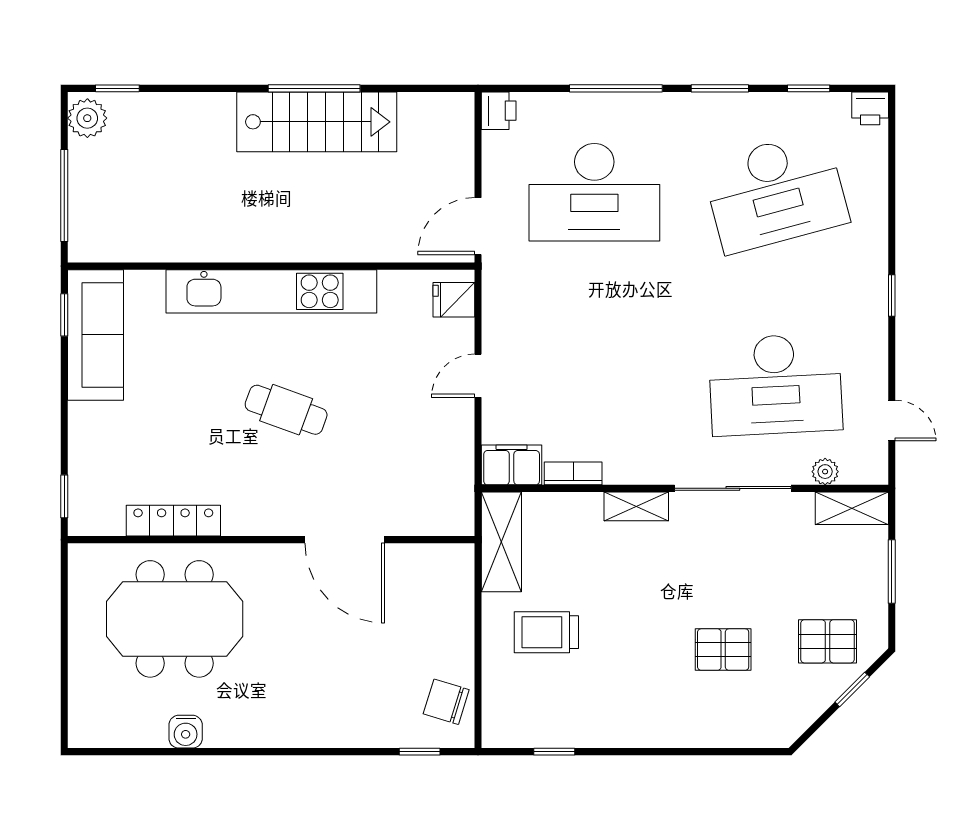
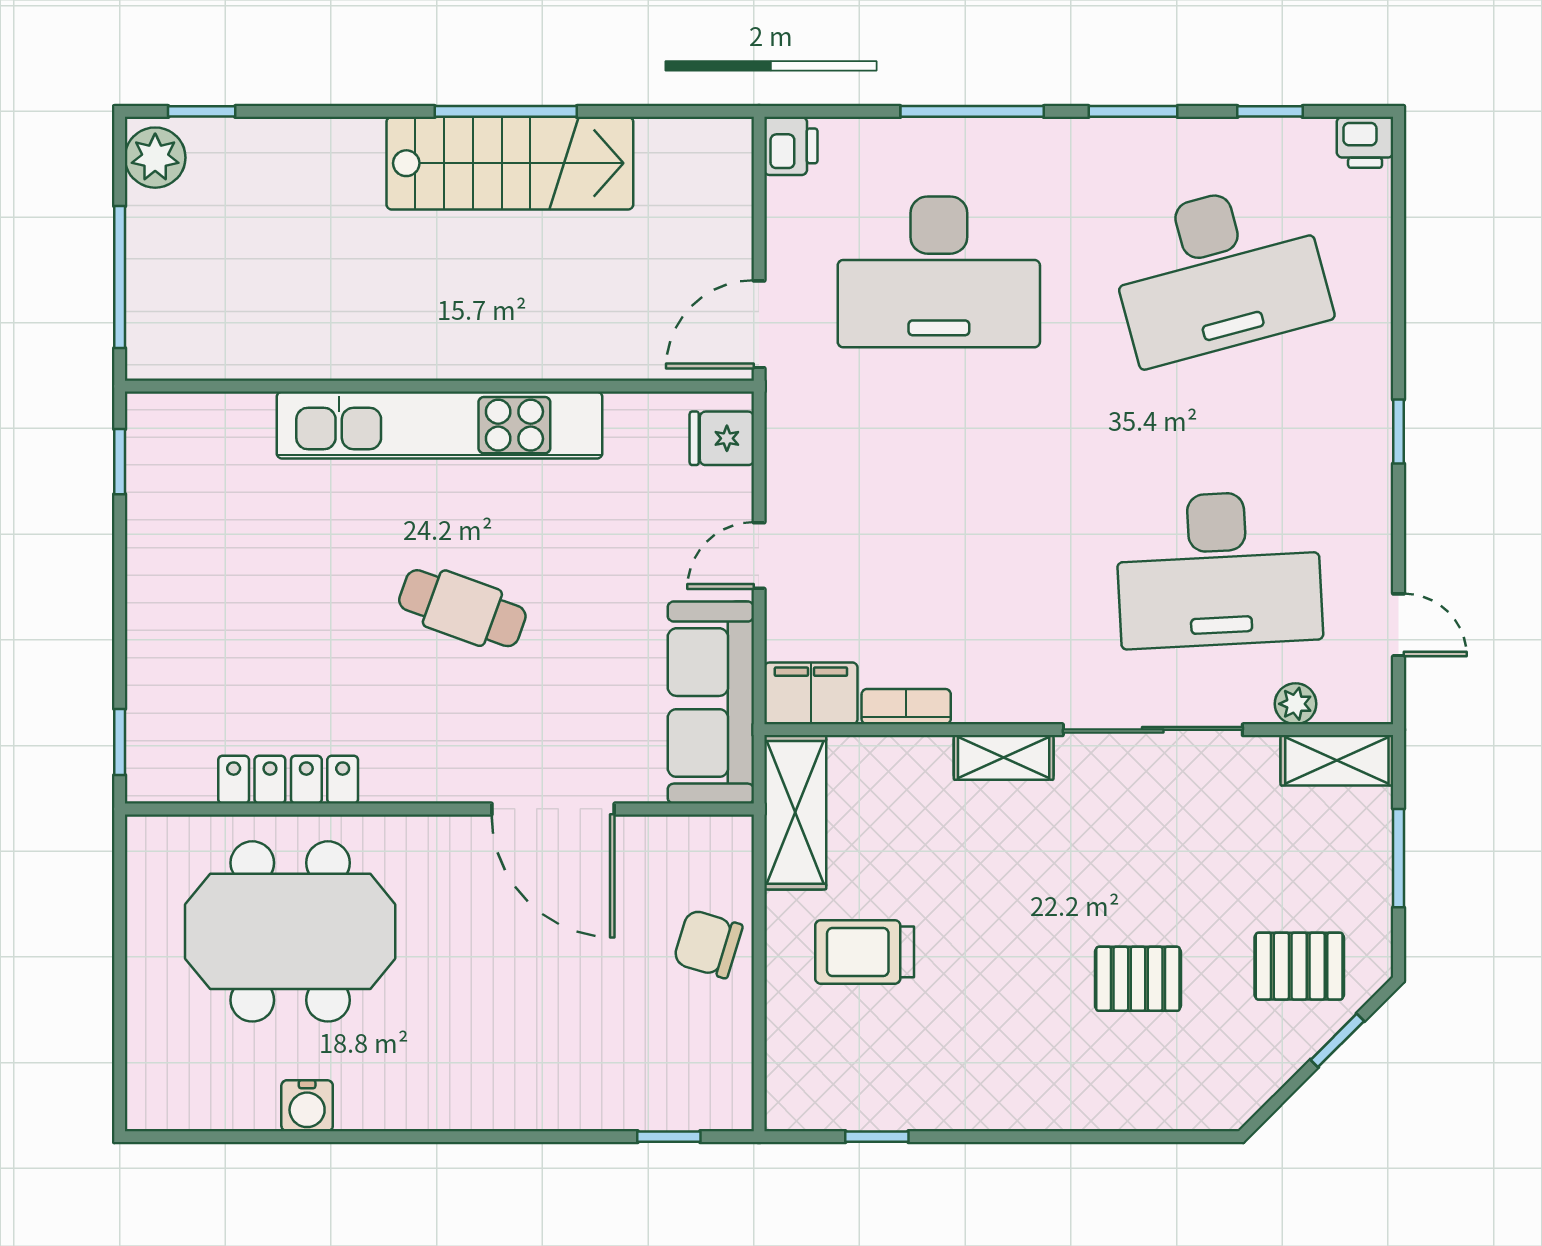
sofa: (96, 335) -> (711, 703), moved, turned 180
chair: (446, 702) -> (708, 944), moved

